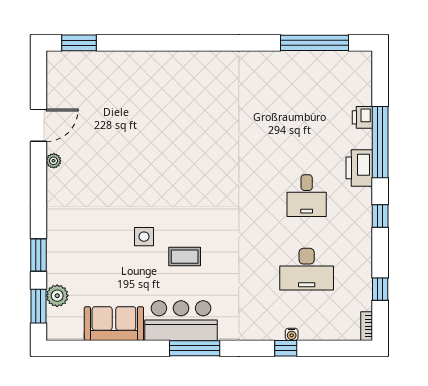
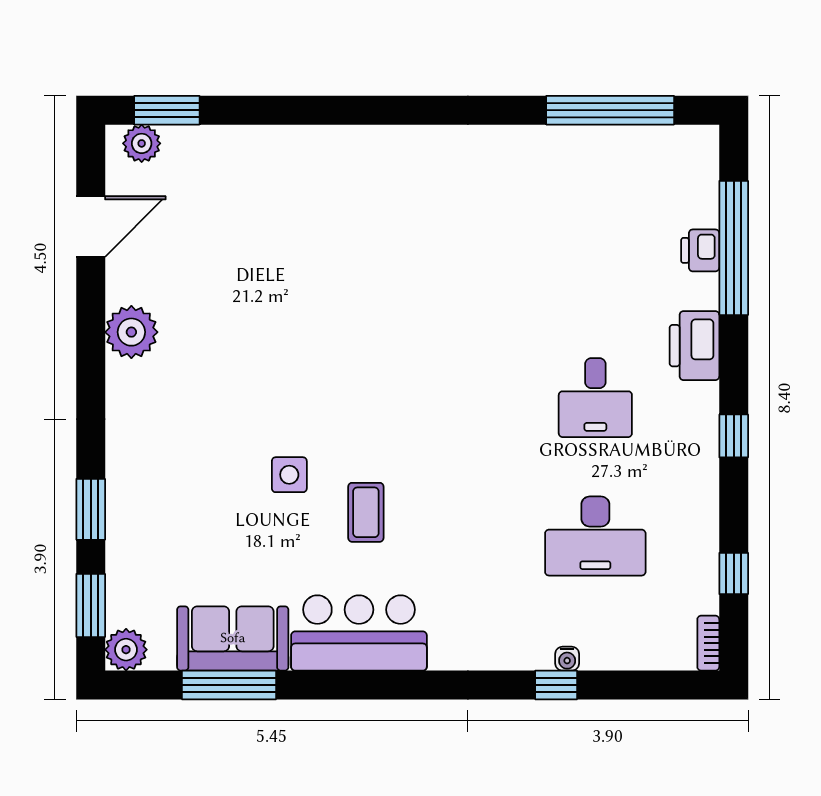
plant: (65, 61) -> (142, 143), added
door: (38, 125) -> (91, 227), moved
window: (380, 142) -> (734, 248), moved
plant: (54, 161) -> (131, 332), width x1.88, depth x1.88
coffee table: (185, 257) -> (366, 512), turned 90
plant: (57, 296) -> (126, 650), moved
window: (195, 348) -> (229, 685), moved

